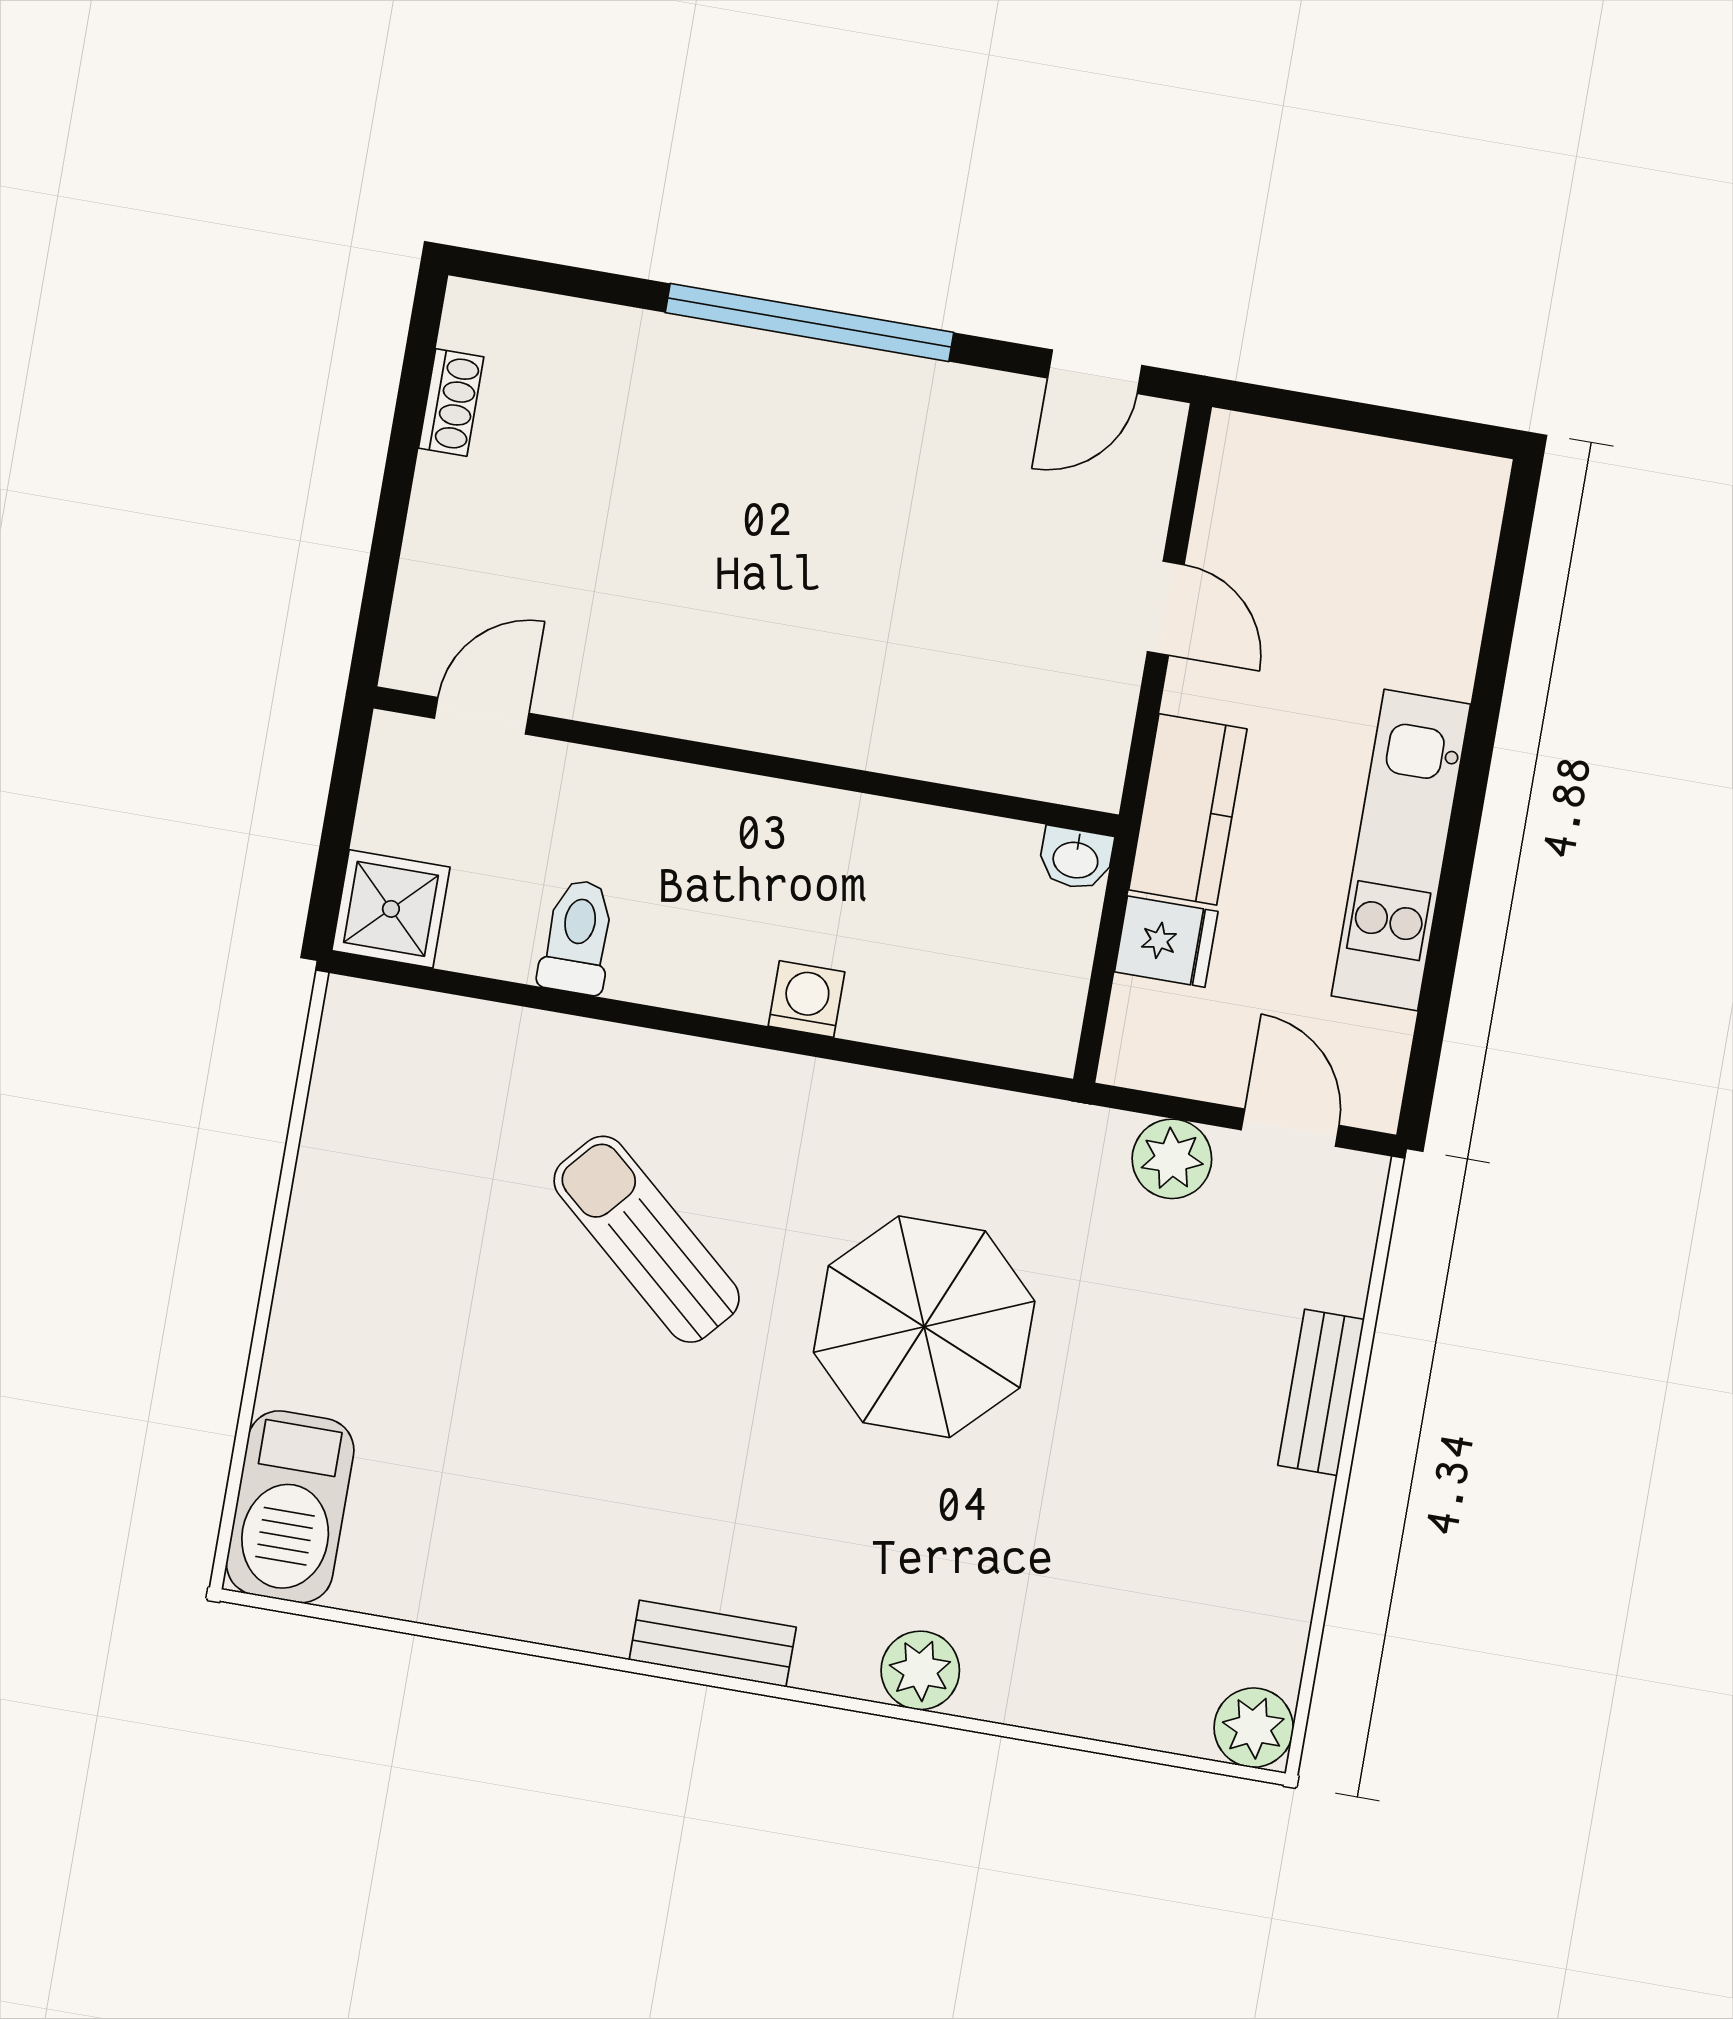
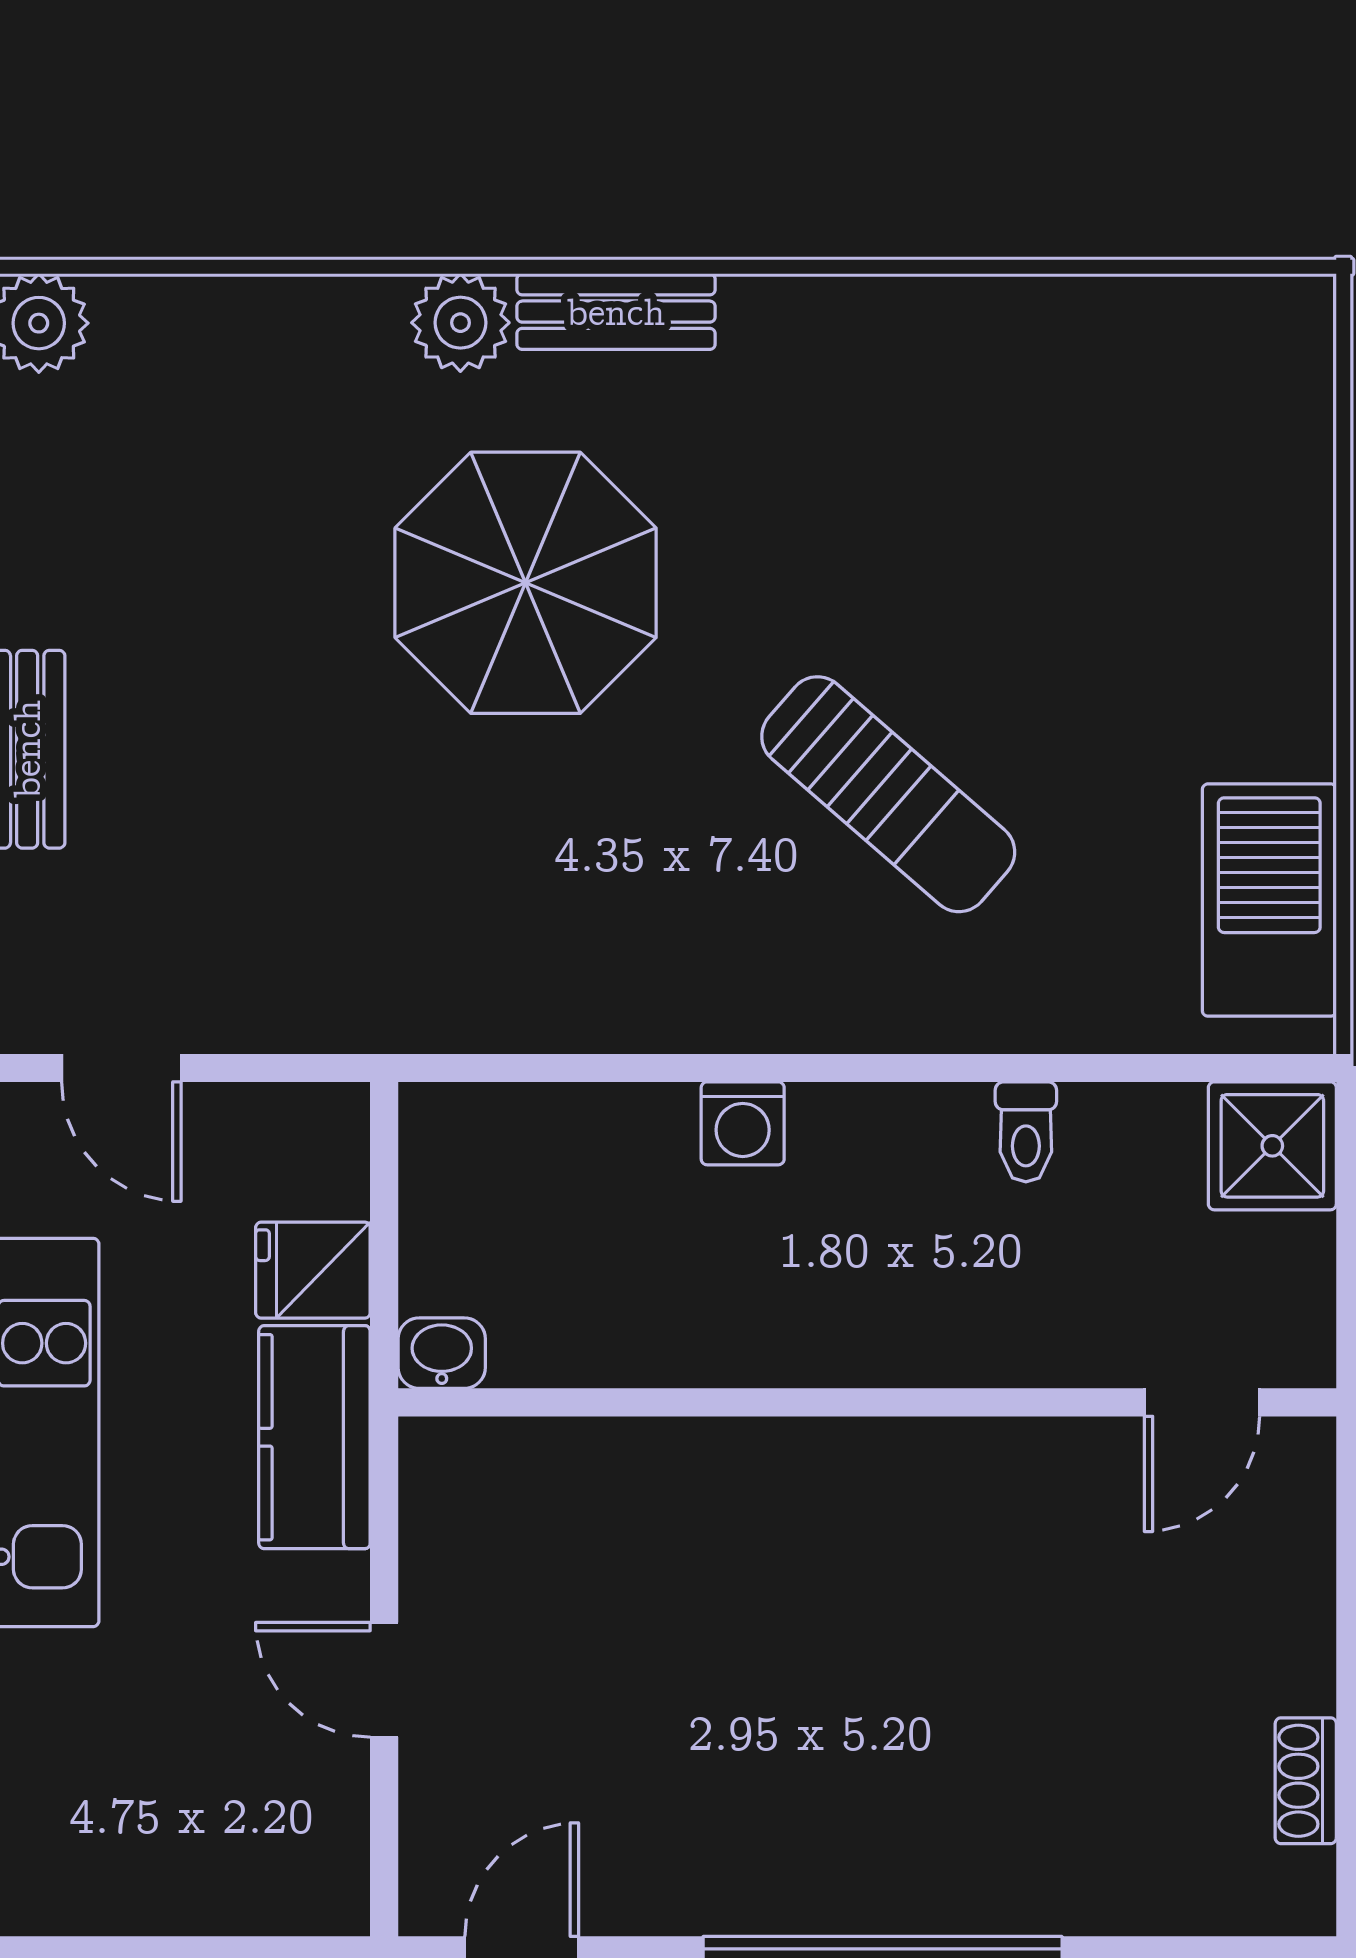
toilet: (577, 937) -> (1026, 1132), width x0.73, depth x0.72
plant: (1172, 1159) -> (260, 1004), removed
parasol: (924, 1327) -> (526, 583), moved
barbecue: (290, 1507) -> (1269, 900), moved
bench: (713, 1644) -> (616, 312), moved

